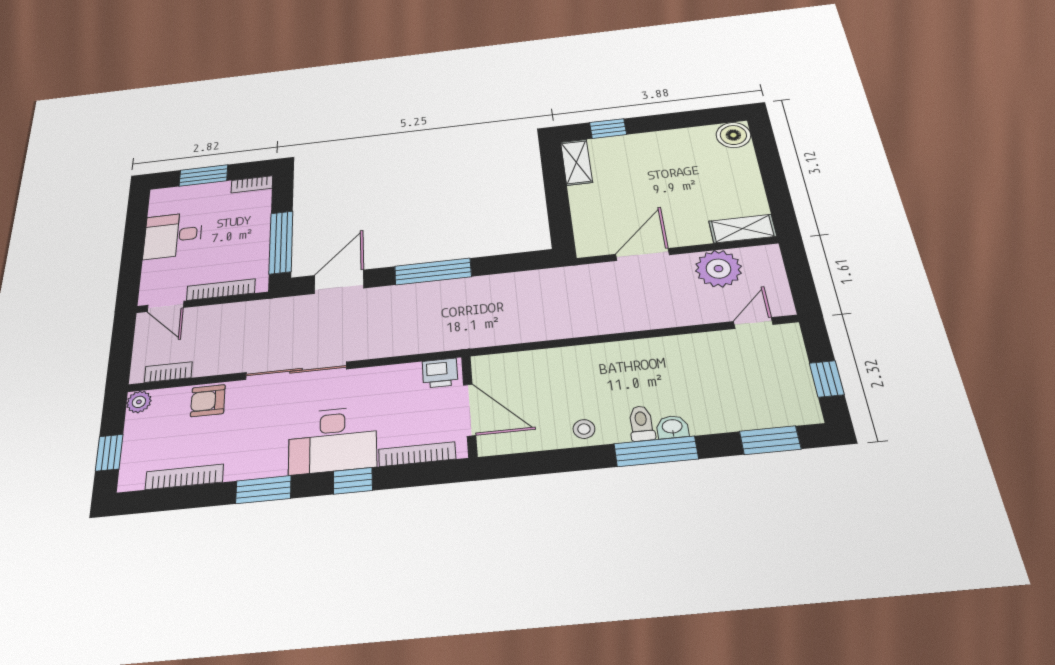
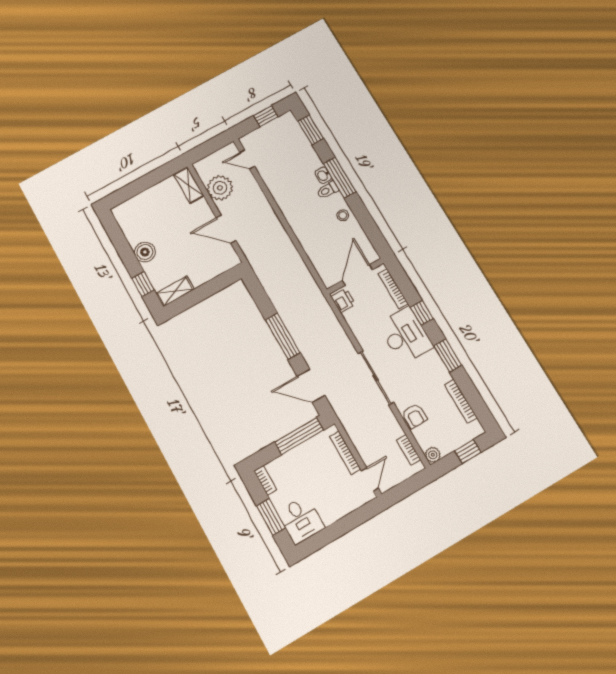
boiler: (733, 135) -> (145, 252), moved
desk: (173, 235) -> (301, 520), moved

